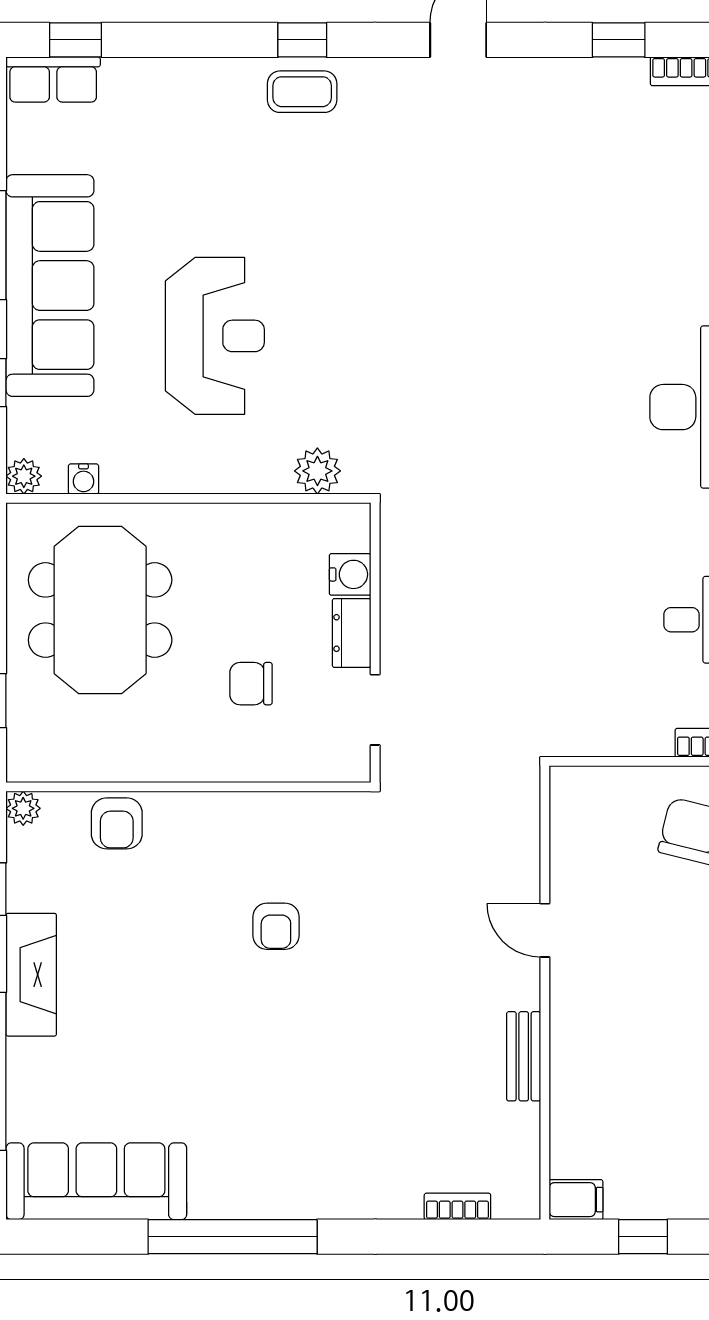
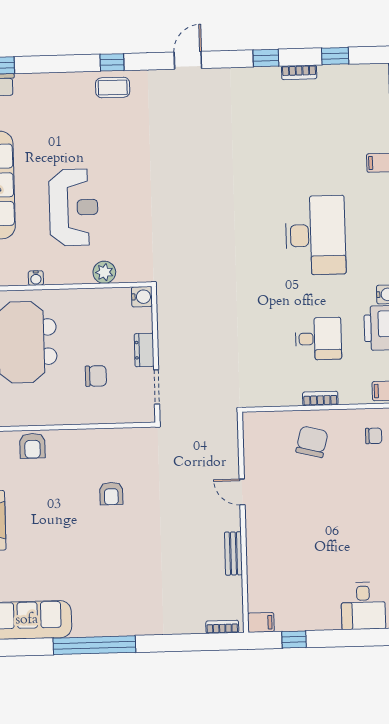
plant: (317, 471) -> (104, 272), moved
water cooler: (83, 479) -> (36, 278), moved
water cooler: (350, 574) -> (142, 297), moved
chair: (251, 684) -> (96, 376), turned 180
bookcase: (457, 1206) -> (222, 627), moved

